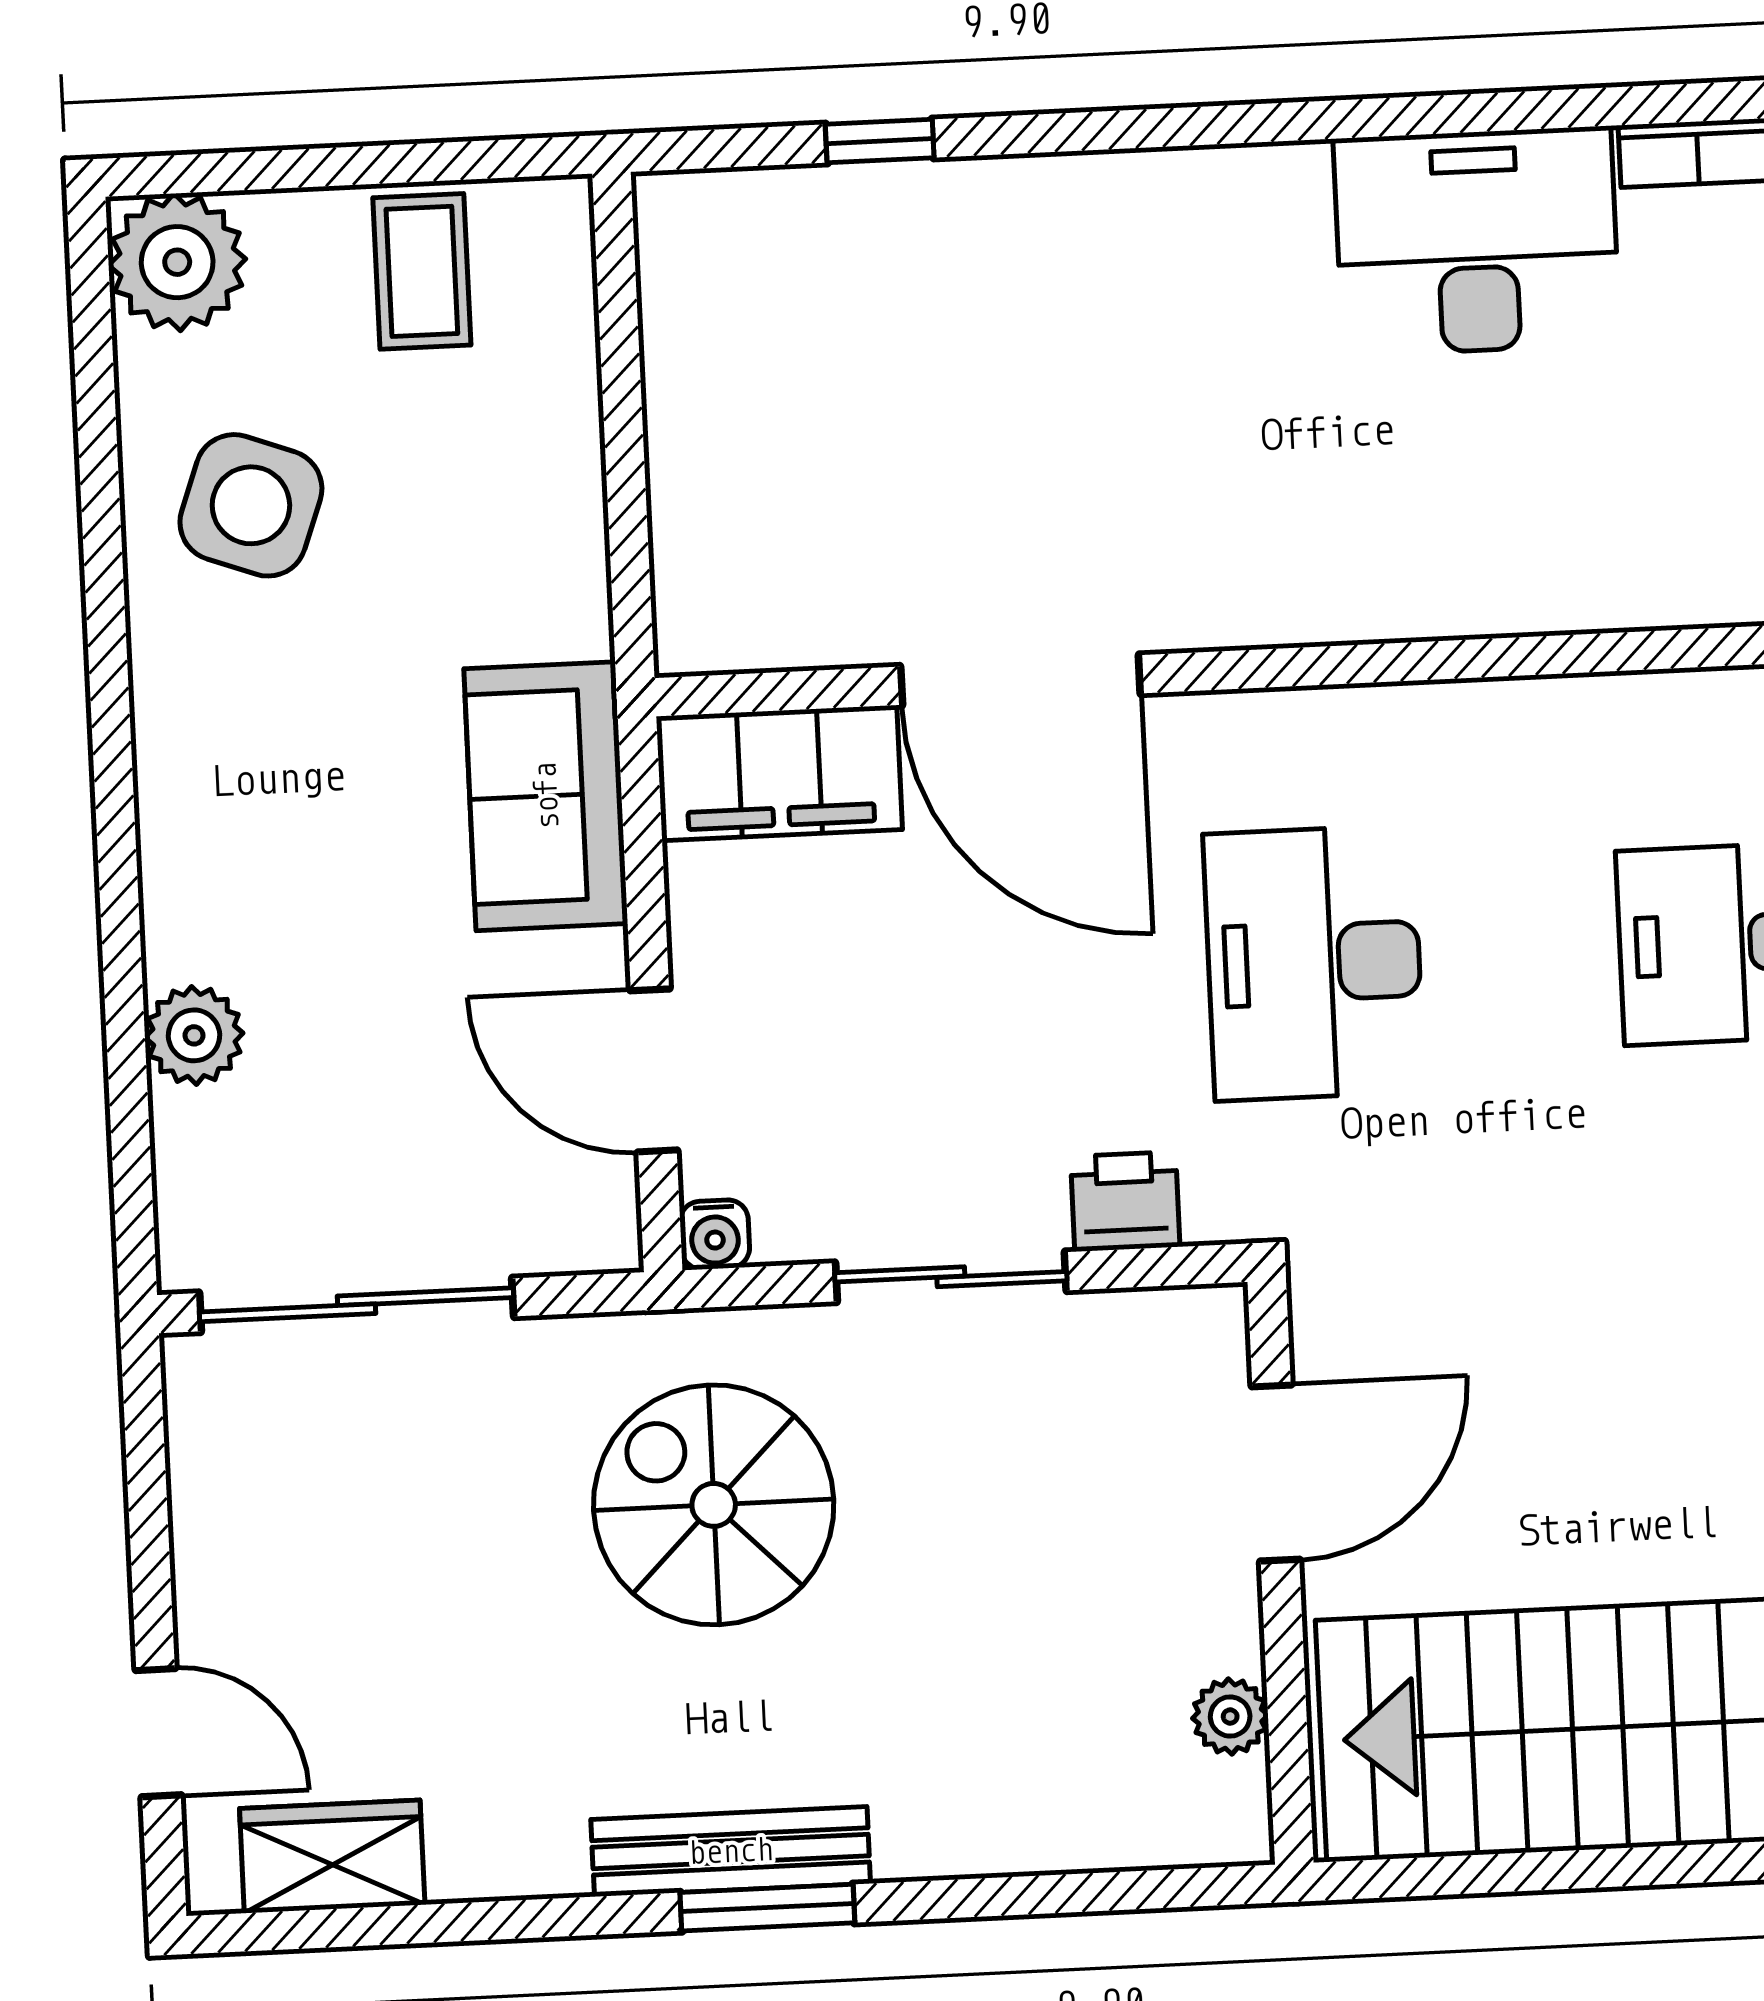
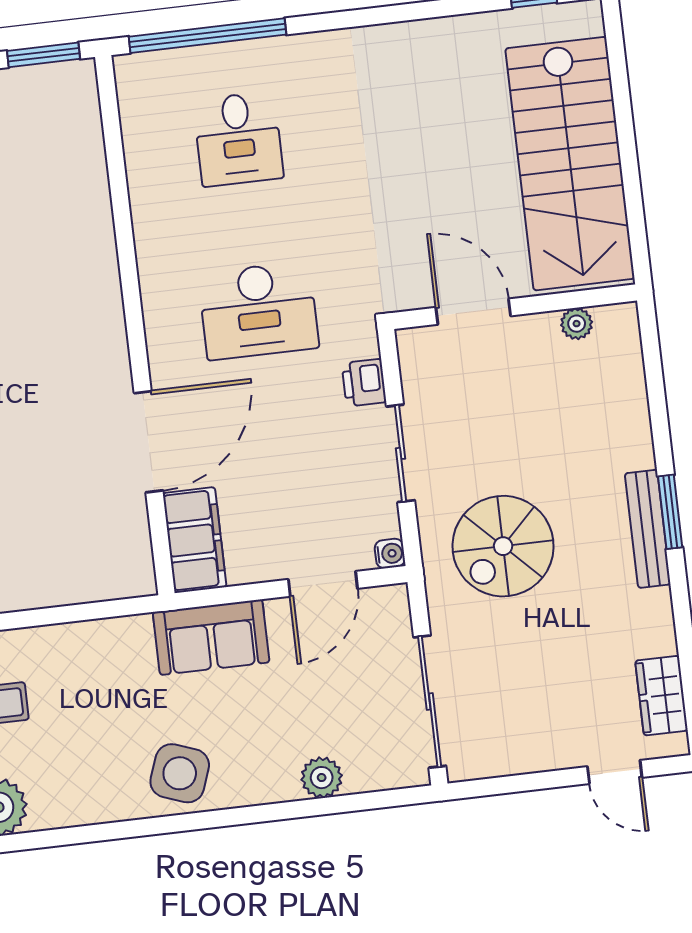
side table: (251, 505) -> (180, 773), moved
door: (158, 1733) -> (615, 772), swing flipped

